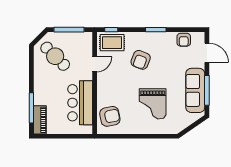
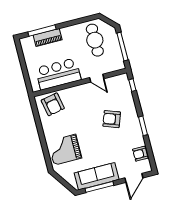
rug: (112, 43) -> (121, 89), removed
cafe table: (55, 56) -> (95, 40), turned -45
grand piano: (153, 104) -> (65, 150), moved
piano: (40, 120) -> (48, 37), moved

